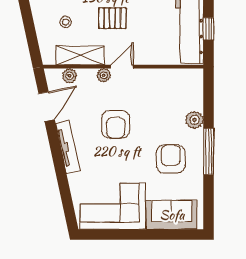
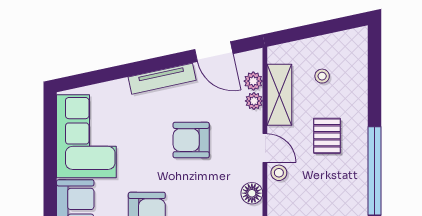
stool: (141, 56) -> (279, 173), added
plant: (104, 75) -> (254, 101), moved
floor lamp: (157, 77) -> (252, 193), added

